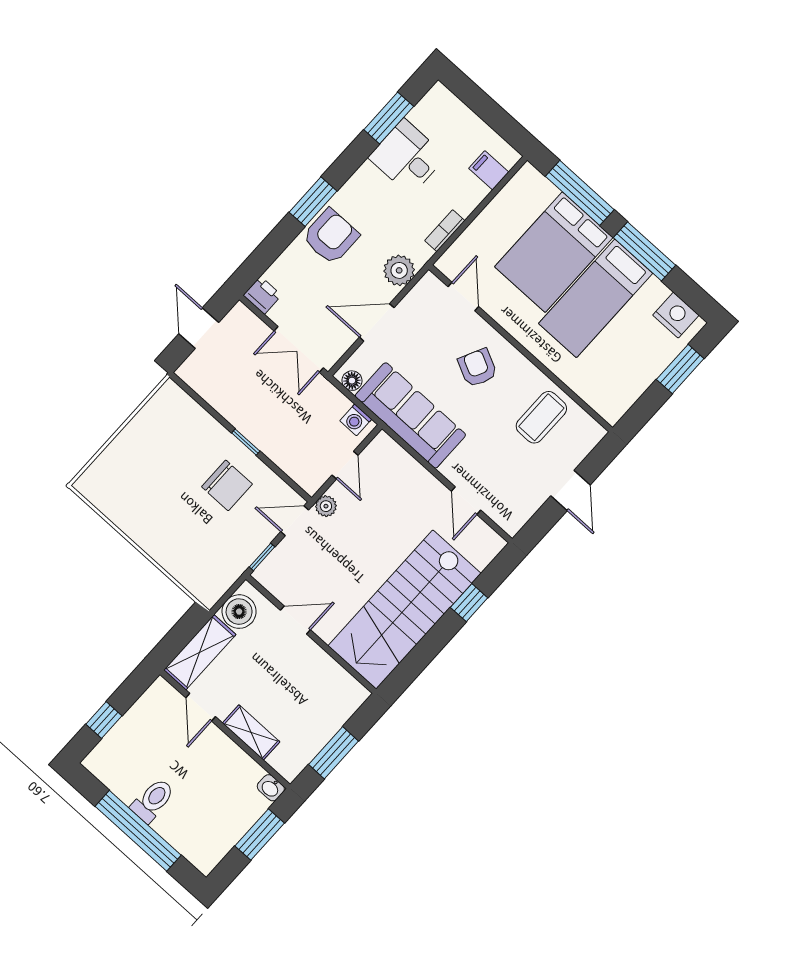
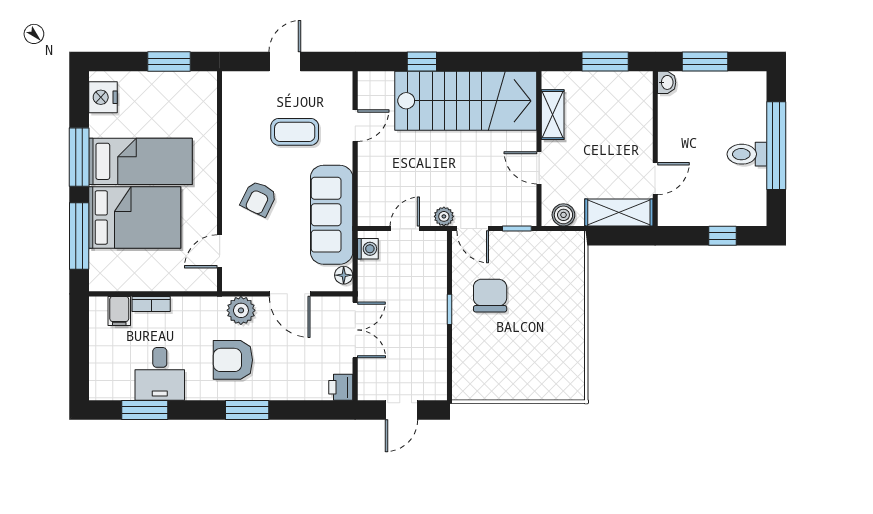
bookcase: (445, 231) -> (151, 304), moved
armchair: (331, 236) -> (233, 360), moved
window: (680, 369) -> (169, 62), moved
coffee table: (541, 417) -> (295, 132), moved
boiler: (239, 612) -> (563, 215), width x0.73, depth x0.73
shelving: (251, 732) -> (553, 115), moved

